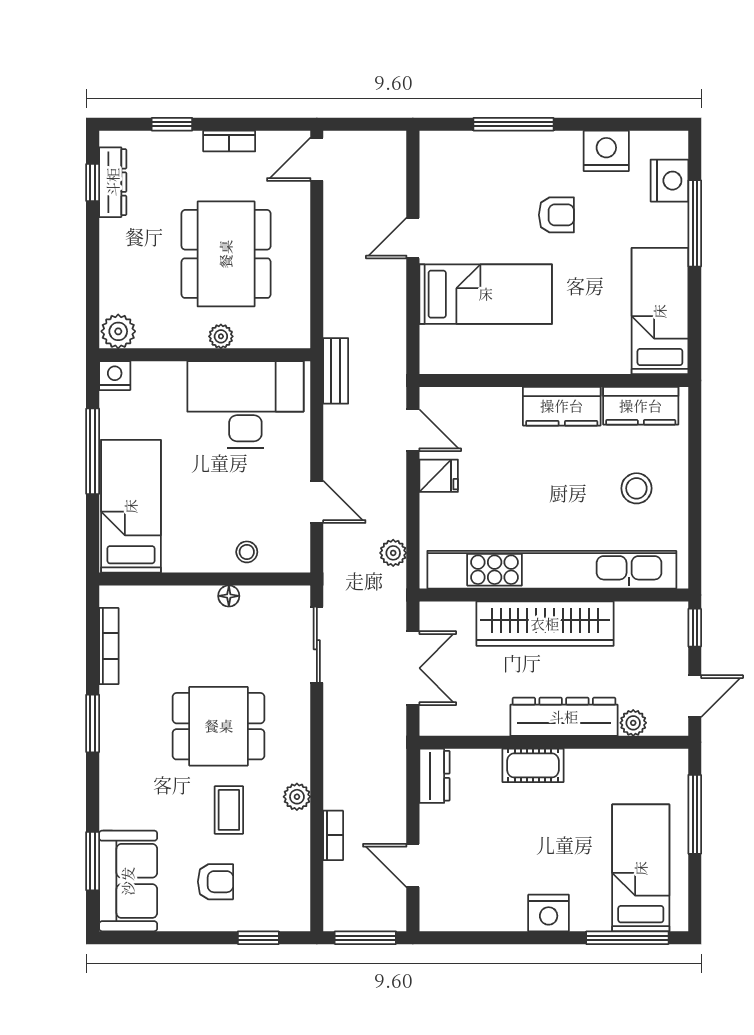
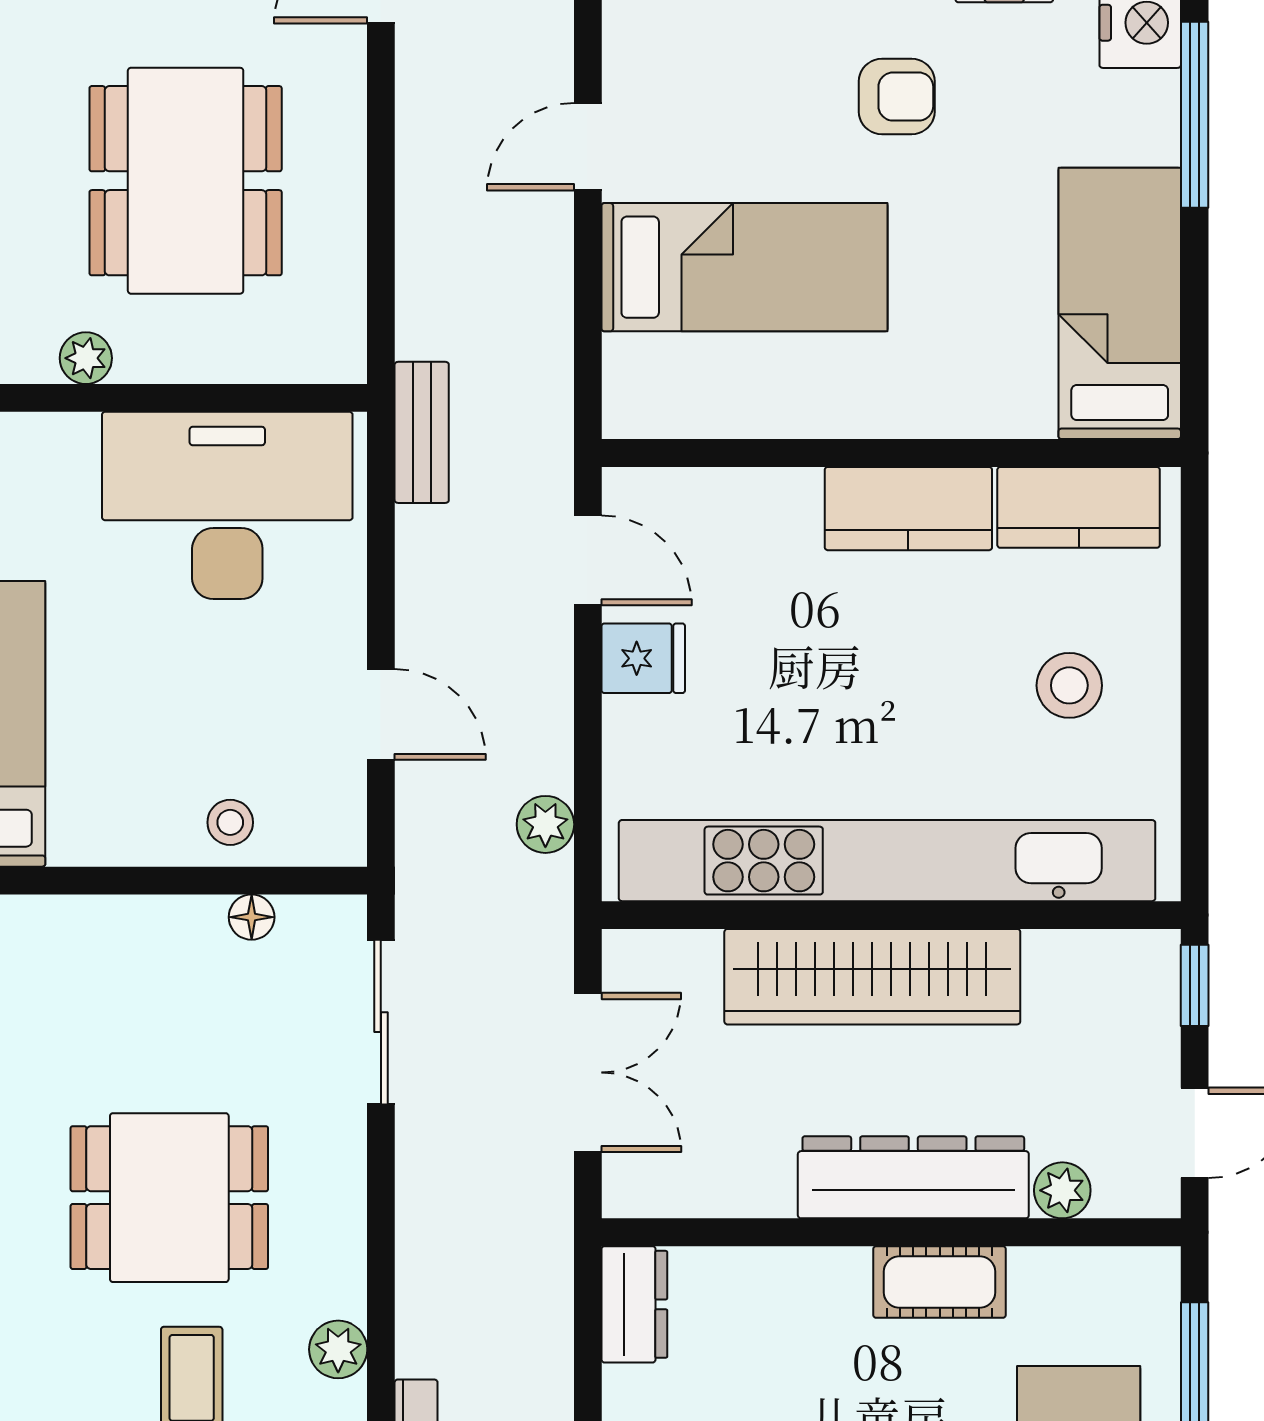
plant: (221, 336) -> (86, 358), moved
floor lamp: (229, 596) -> (252, 917), moved
cot: (533, 765) -> (940, 1282), moved

